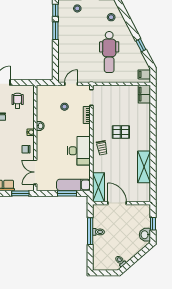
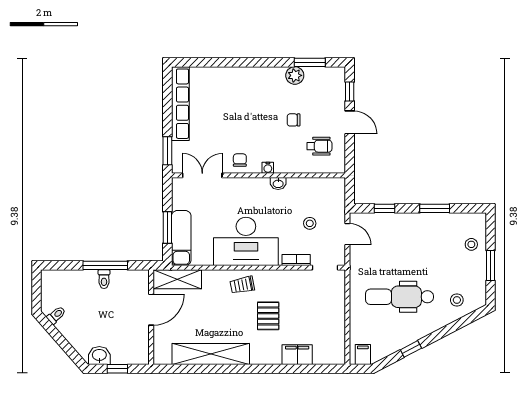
window: (55, 10) -> (385, 208), moved
filing cabinet: (144, 94) -> (297, 355), moved
desk: (79, 151) -> (246, 241), width x1.36, depth x1.30
shelving: (144, 167) -> (211, 354), width x1.47

